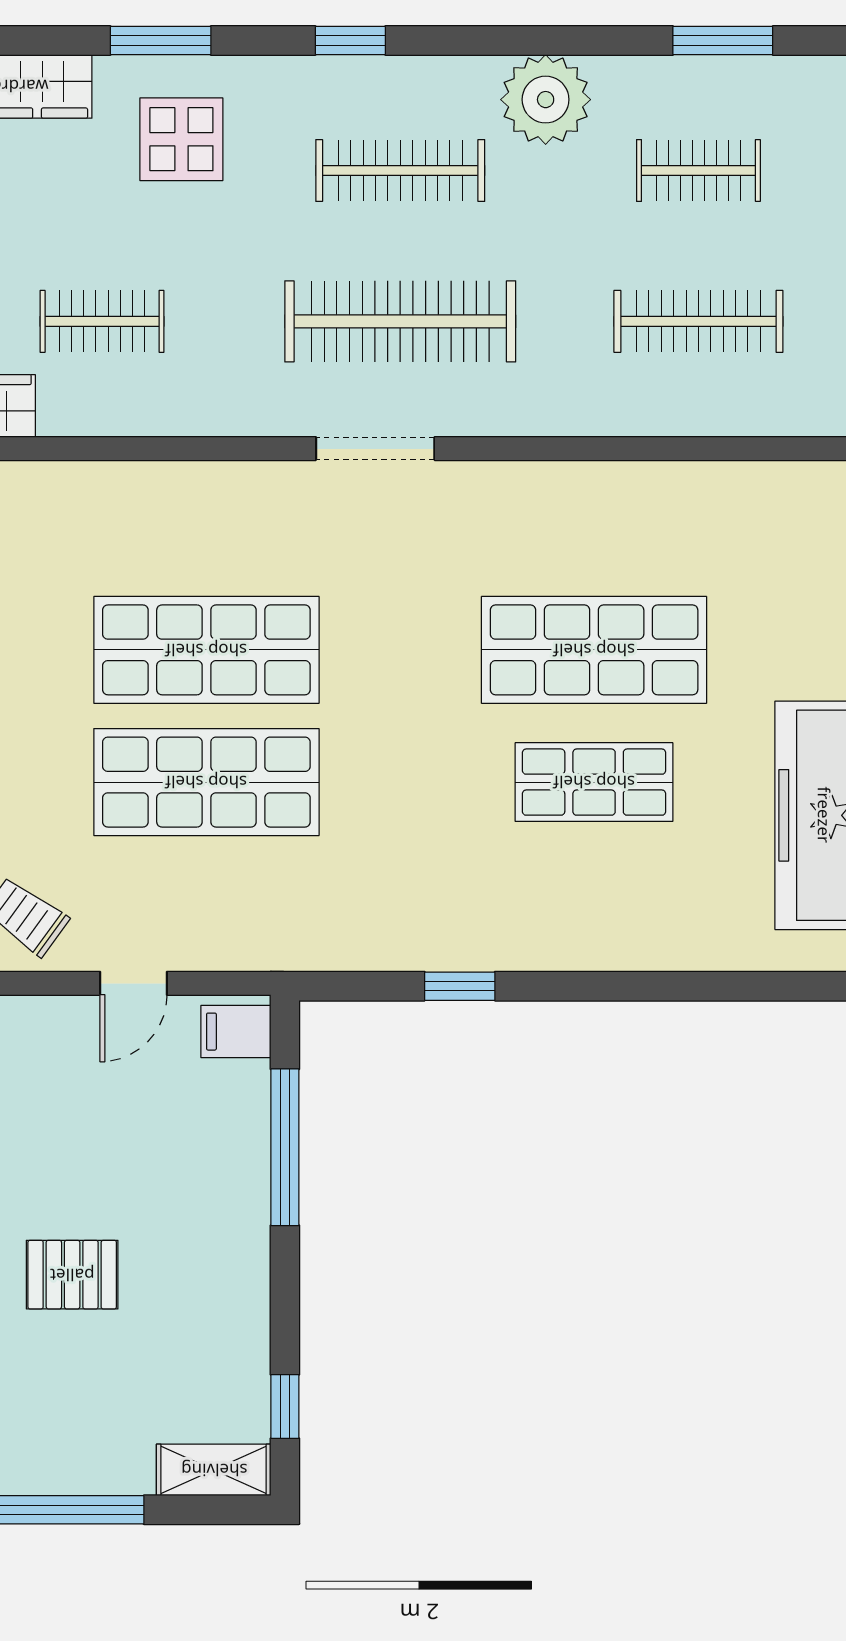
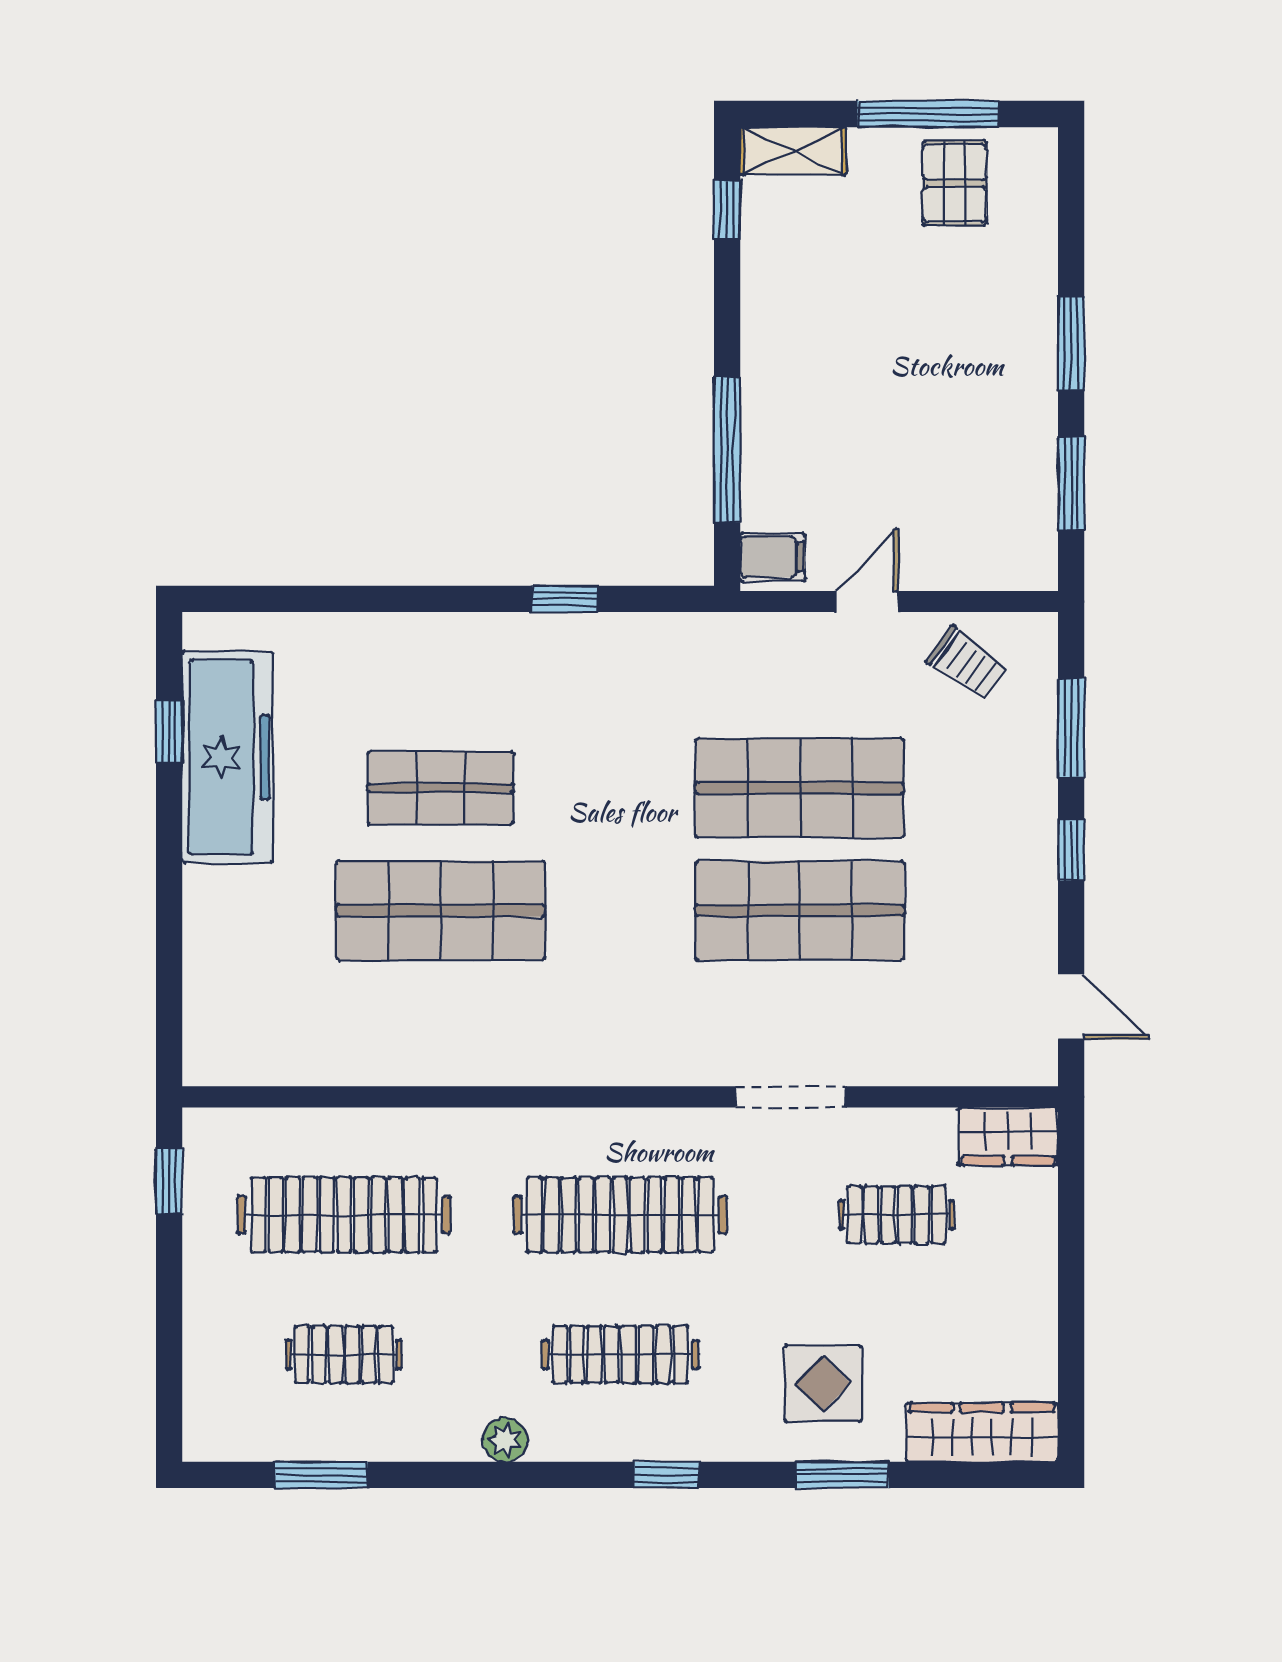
plant: (546, 100) -> (505, 1440), width x0.53, depth x0.53
clothes rail: (698, 321) -> (344, 1215), width x1.37, depth x1.31
doorway: (375, 449) -> (791, 1097), moved
pallet: (72, 1275) -> (955, 183), moved, turned 90

